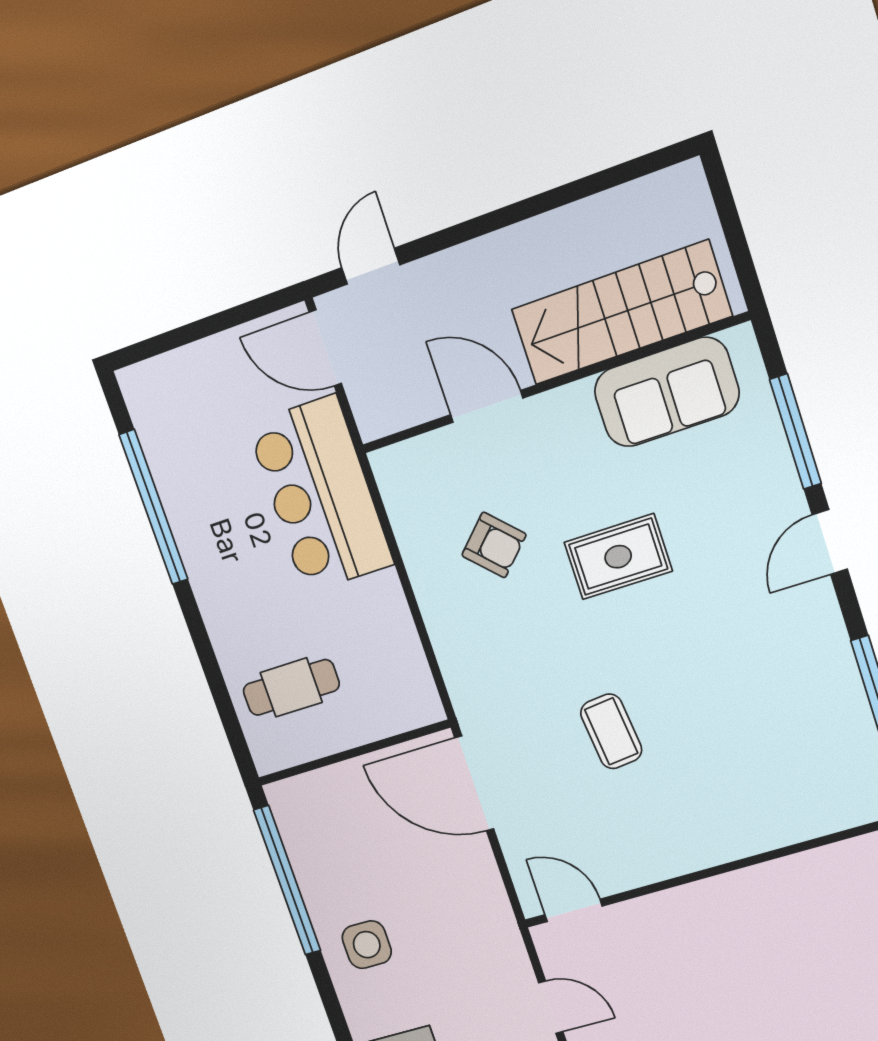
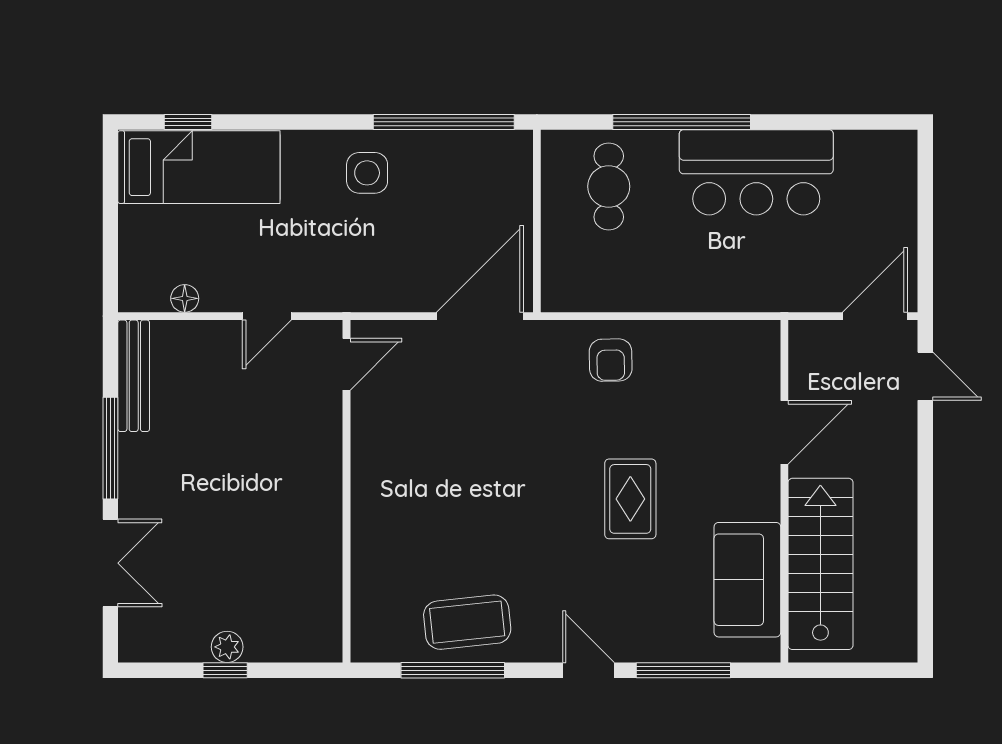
bar counter: (320, 495) -> (756, 172), moved, turned 180
window: (153, 507) -> (682, 122), moved
armchair: (494, 545) -> (611, 360), moved, turned -46
coffee table: (611, 731) -> (467, 622), moved, width x1.36, depth x1.30

